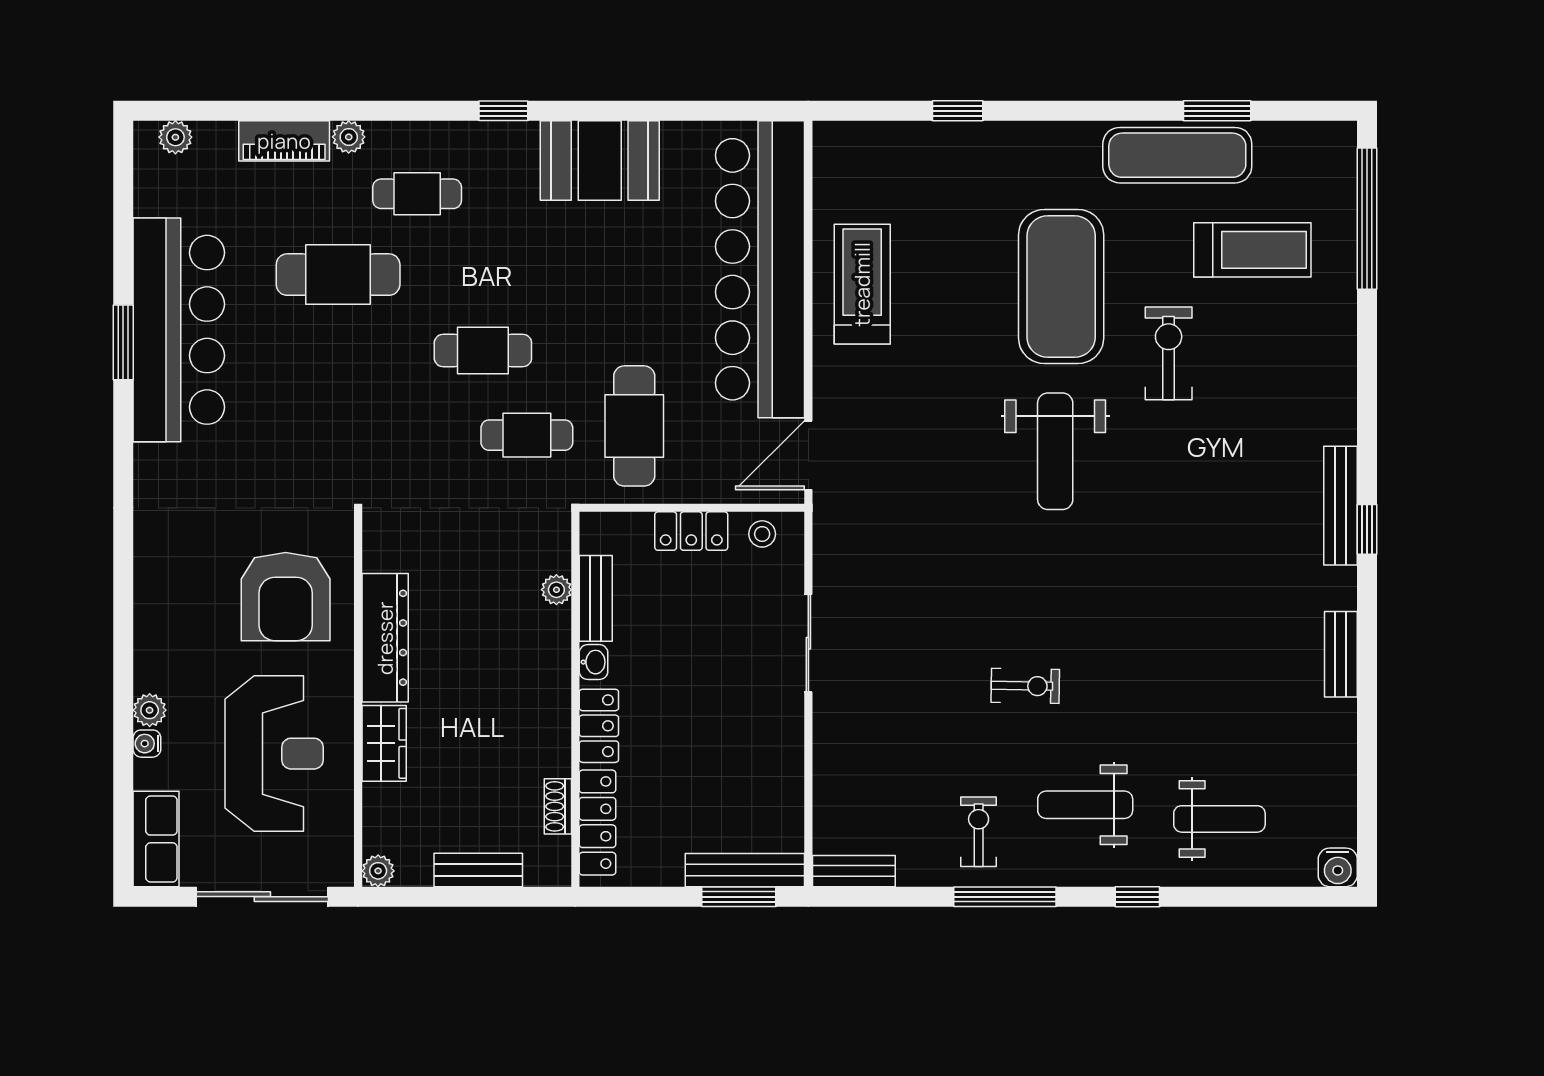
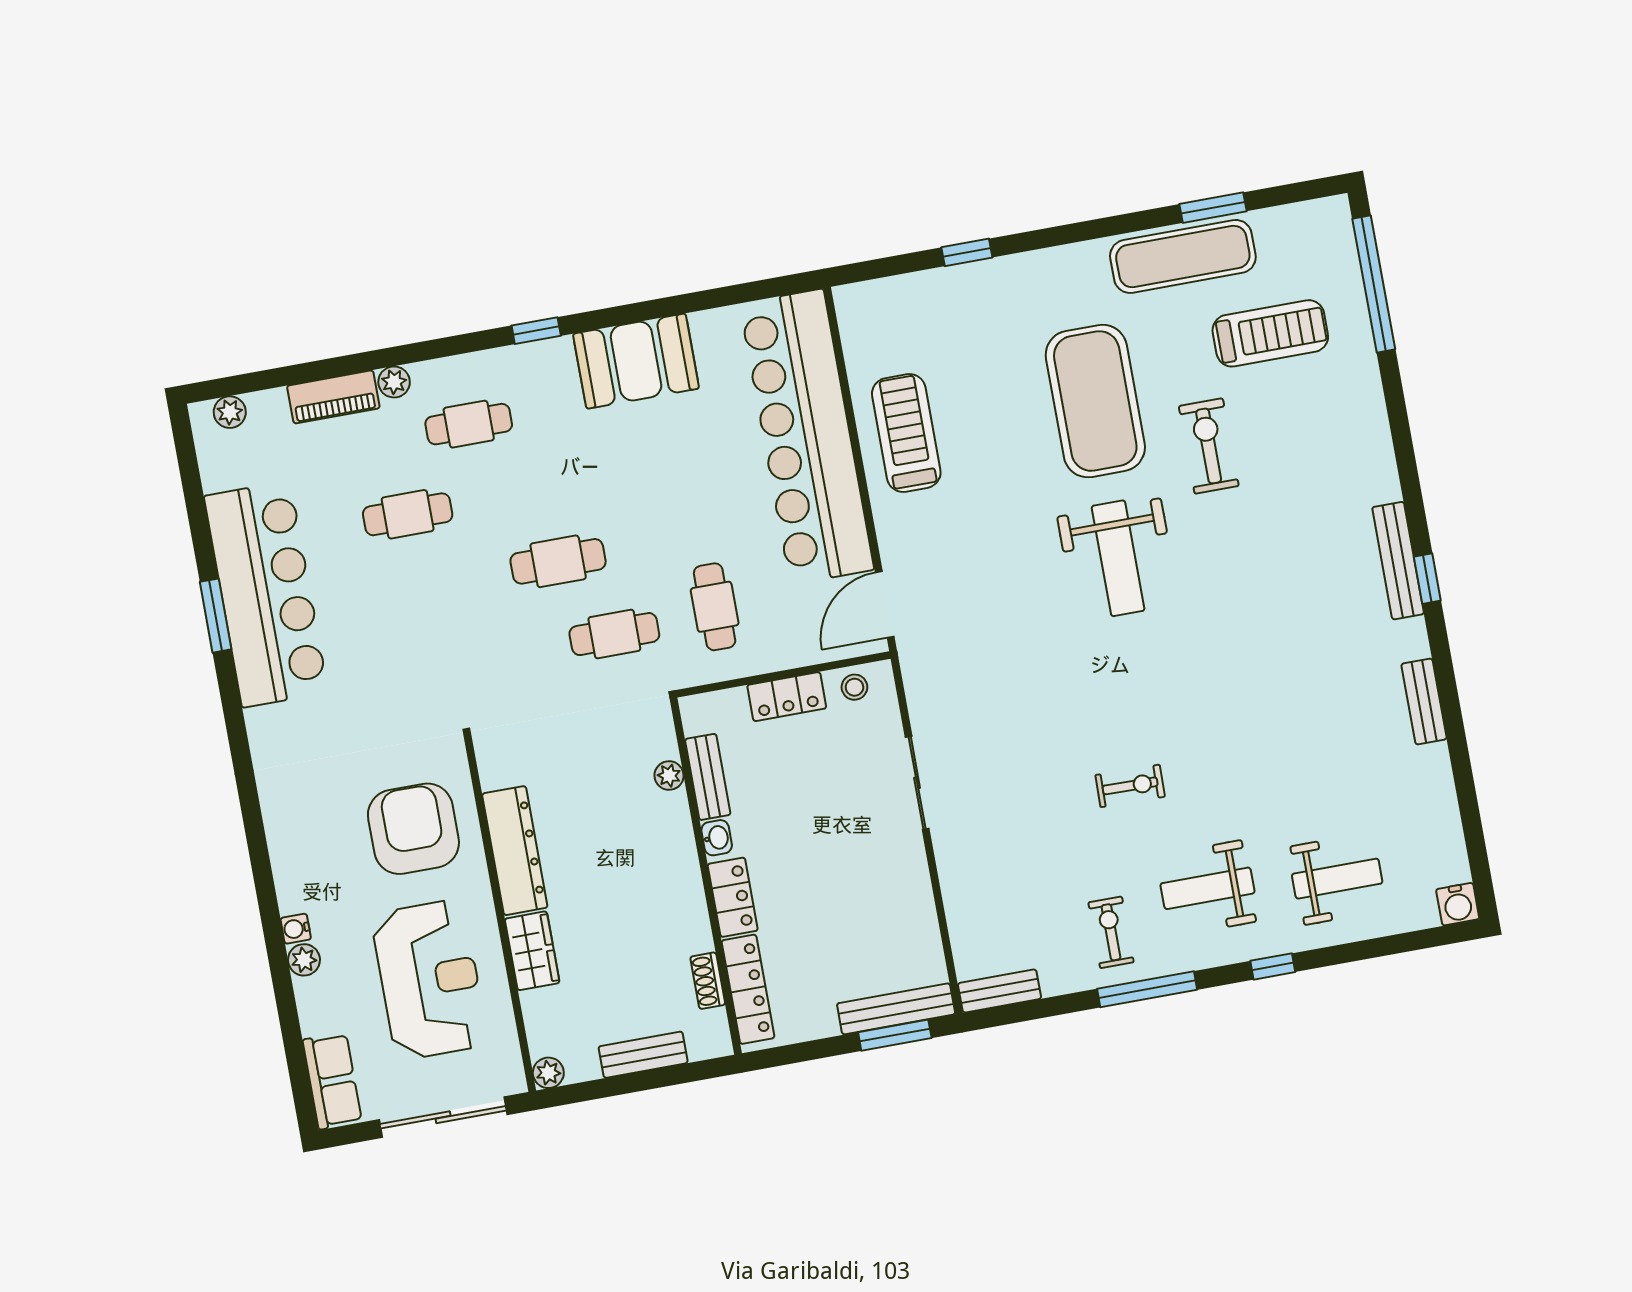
cafe table: (338, 275) -> (408, 514), width x0.73, depth x0.74
cafe table: (634, 426) -> (715, 607), width x0.73, depth x0.74
armchair: (286, 597) -> (413, 829), turned 180
water cooler: (147, 744) -> (296, 929), moved

